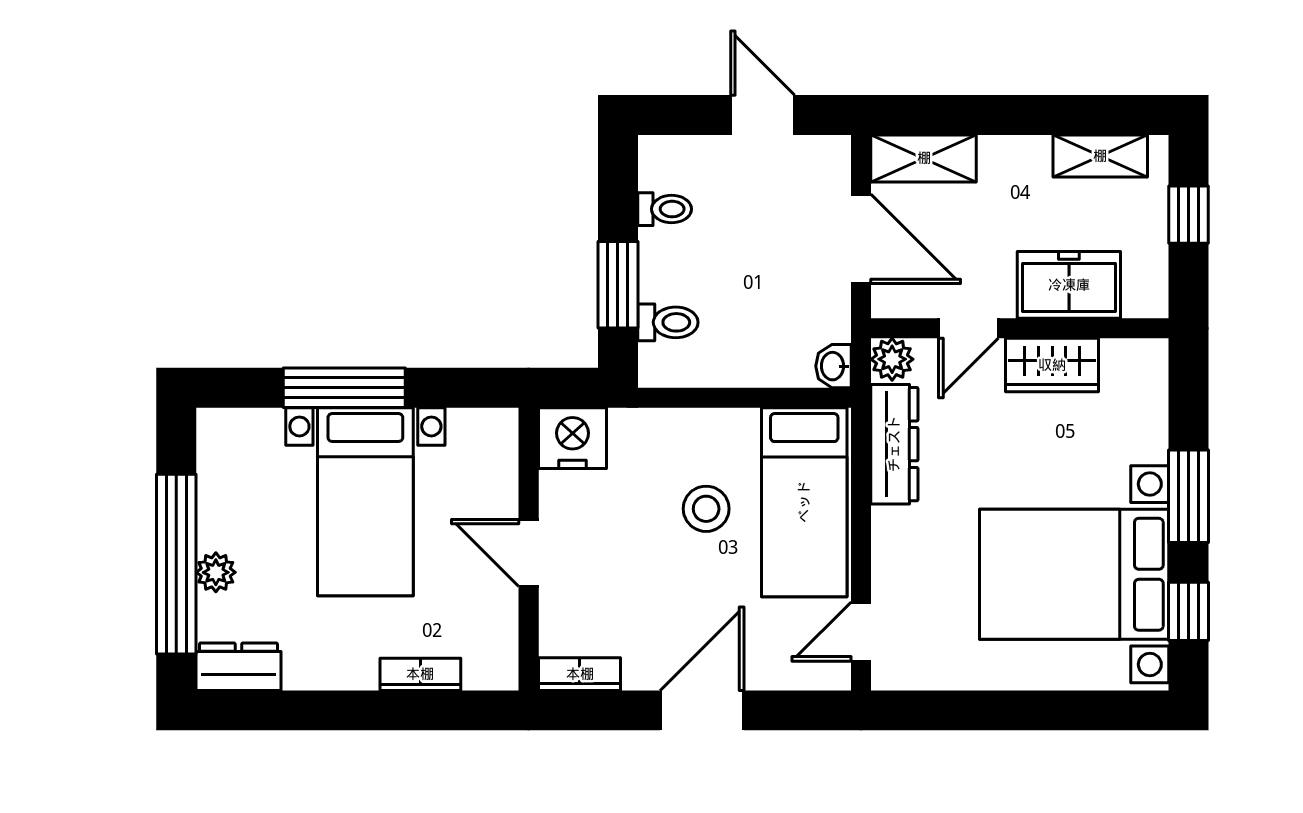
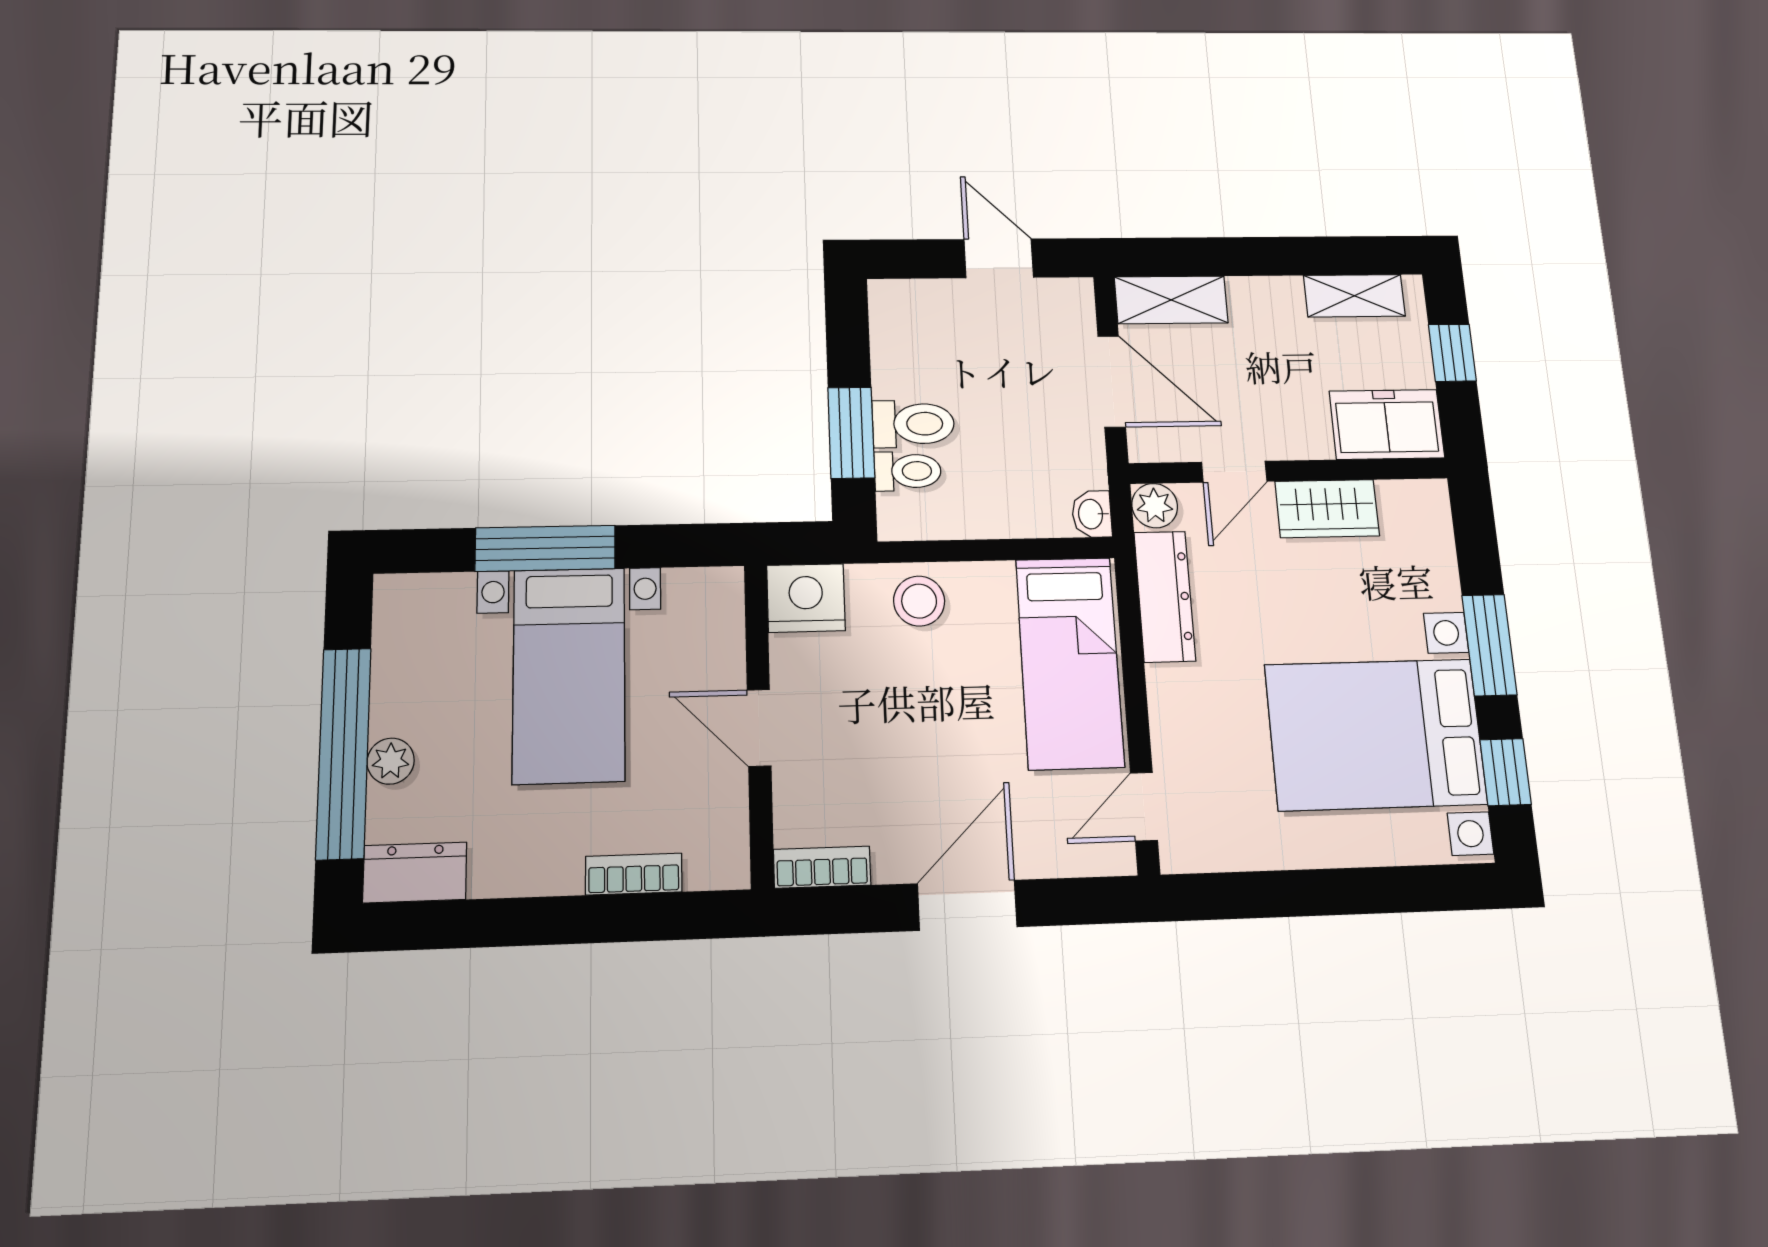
toilet: (665, 209) -> (913, 424), moved, width x1.37, depth x1.39
freezer: (1069, 285) -> (1387, 424), moved
stool: (706, 509) -> (919, 601), moved

